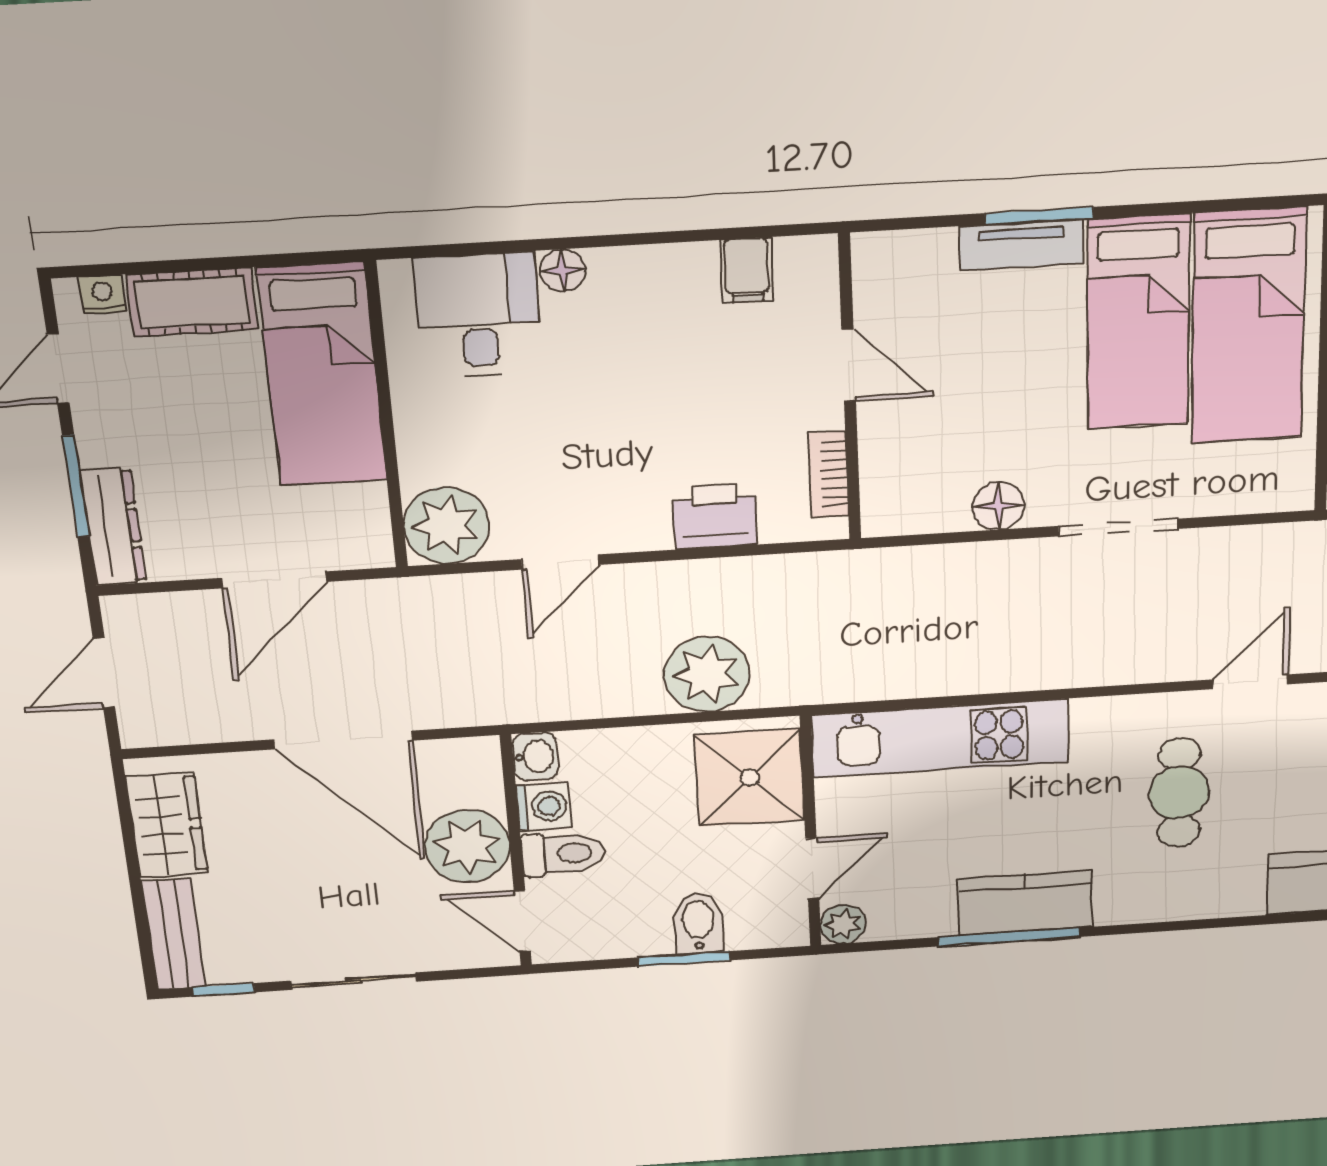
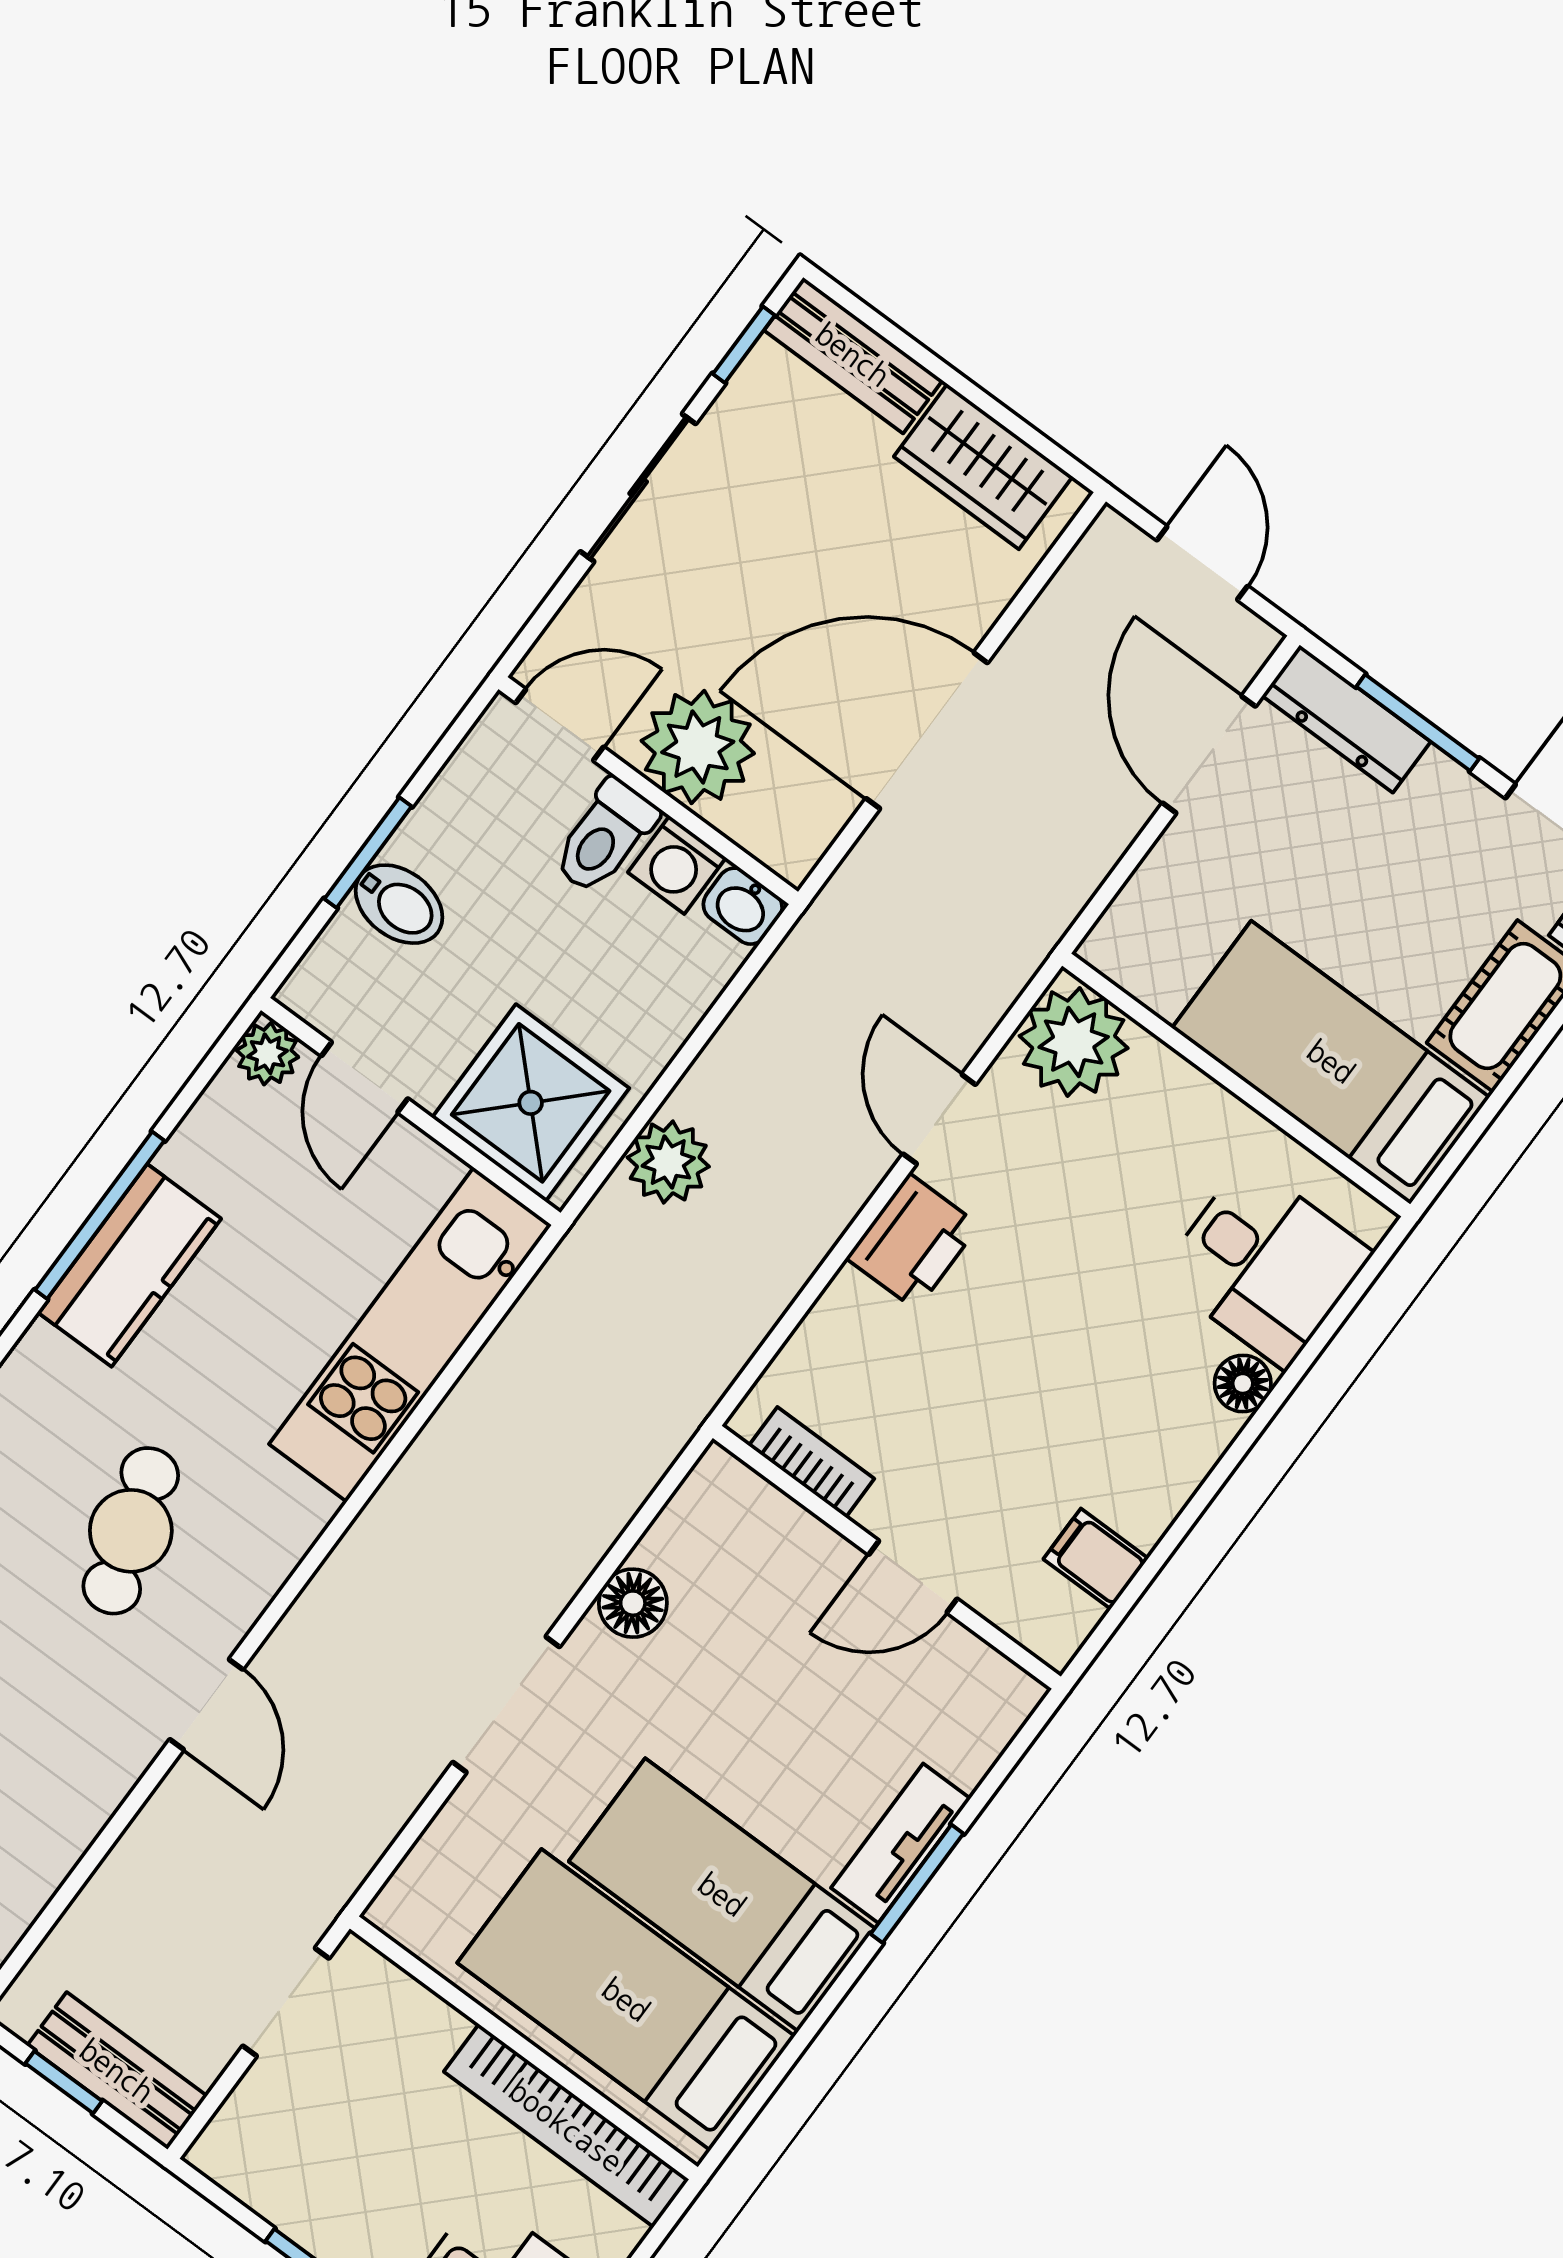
printer: (715, 516) -> (913, 1242), moved
door: (274, 580) -> (1209, 755), moved
plant: (707, 674) -> (668, 1162), width x0.73, depth x0.73
cafe table: (1179, 793) -> (131, 1531), turned 72

